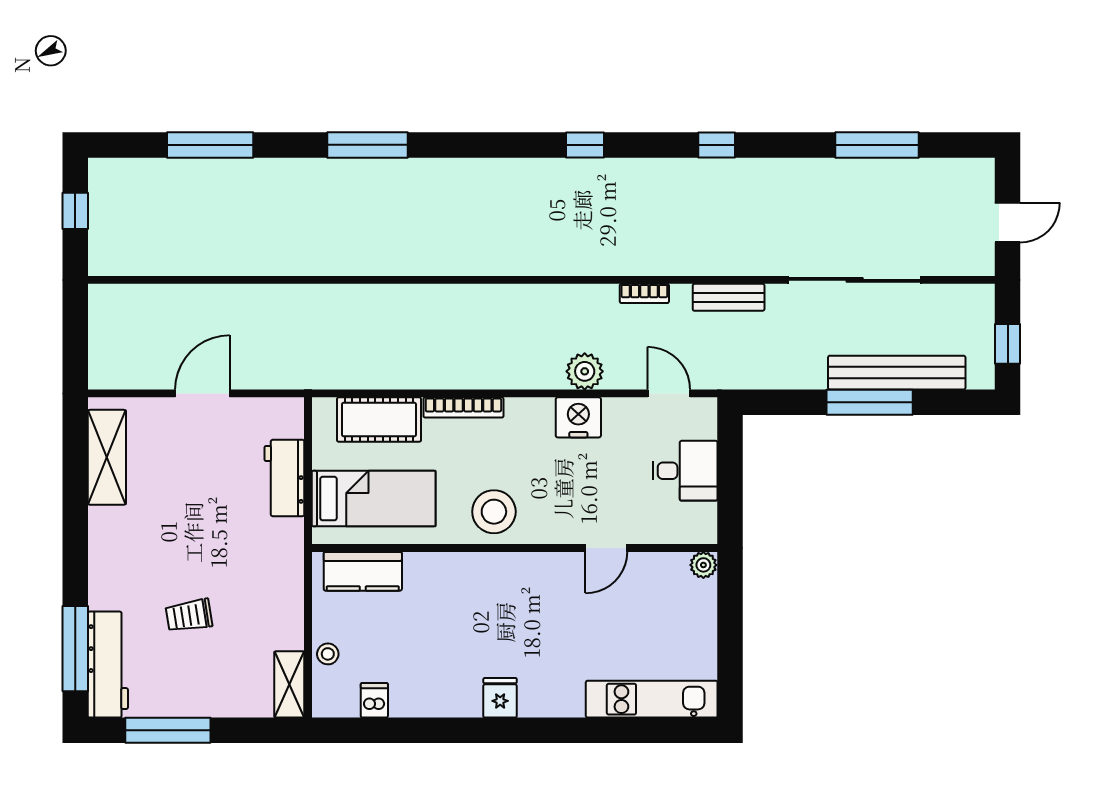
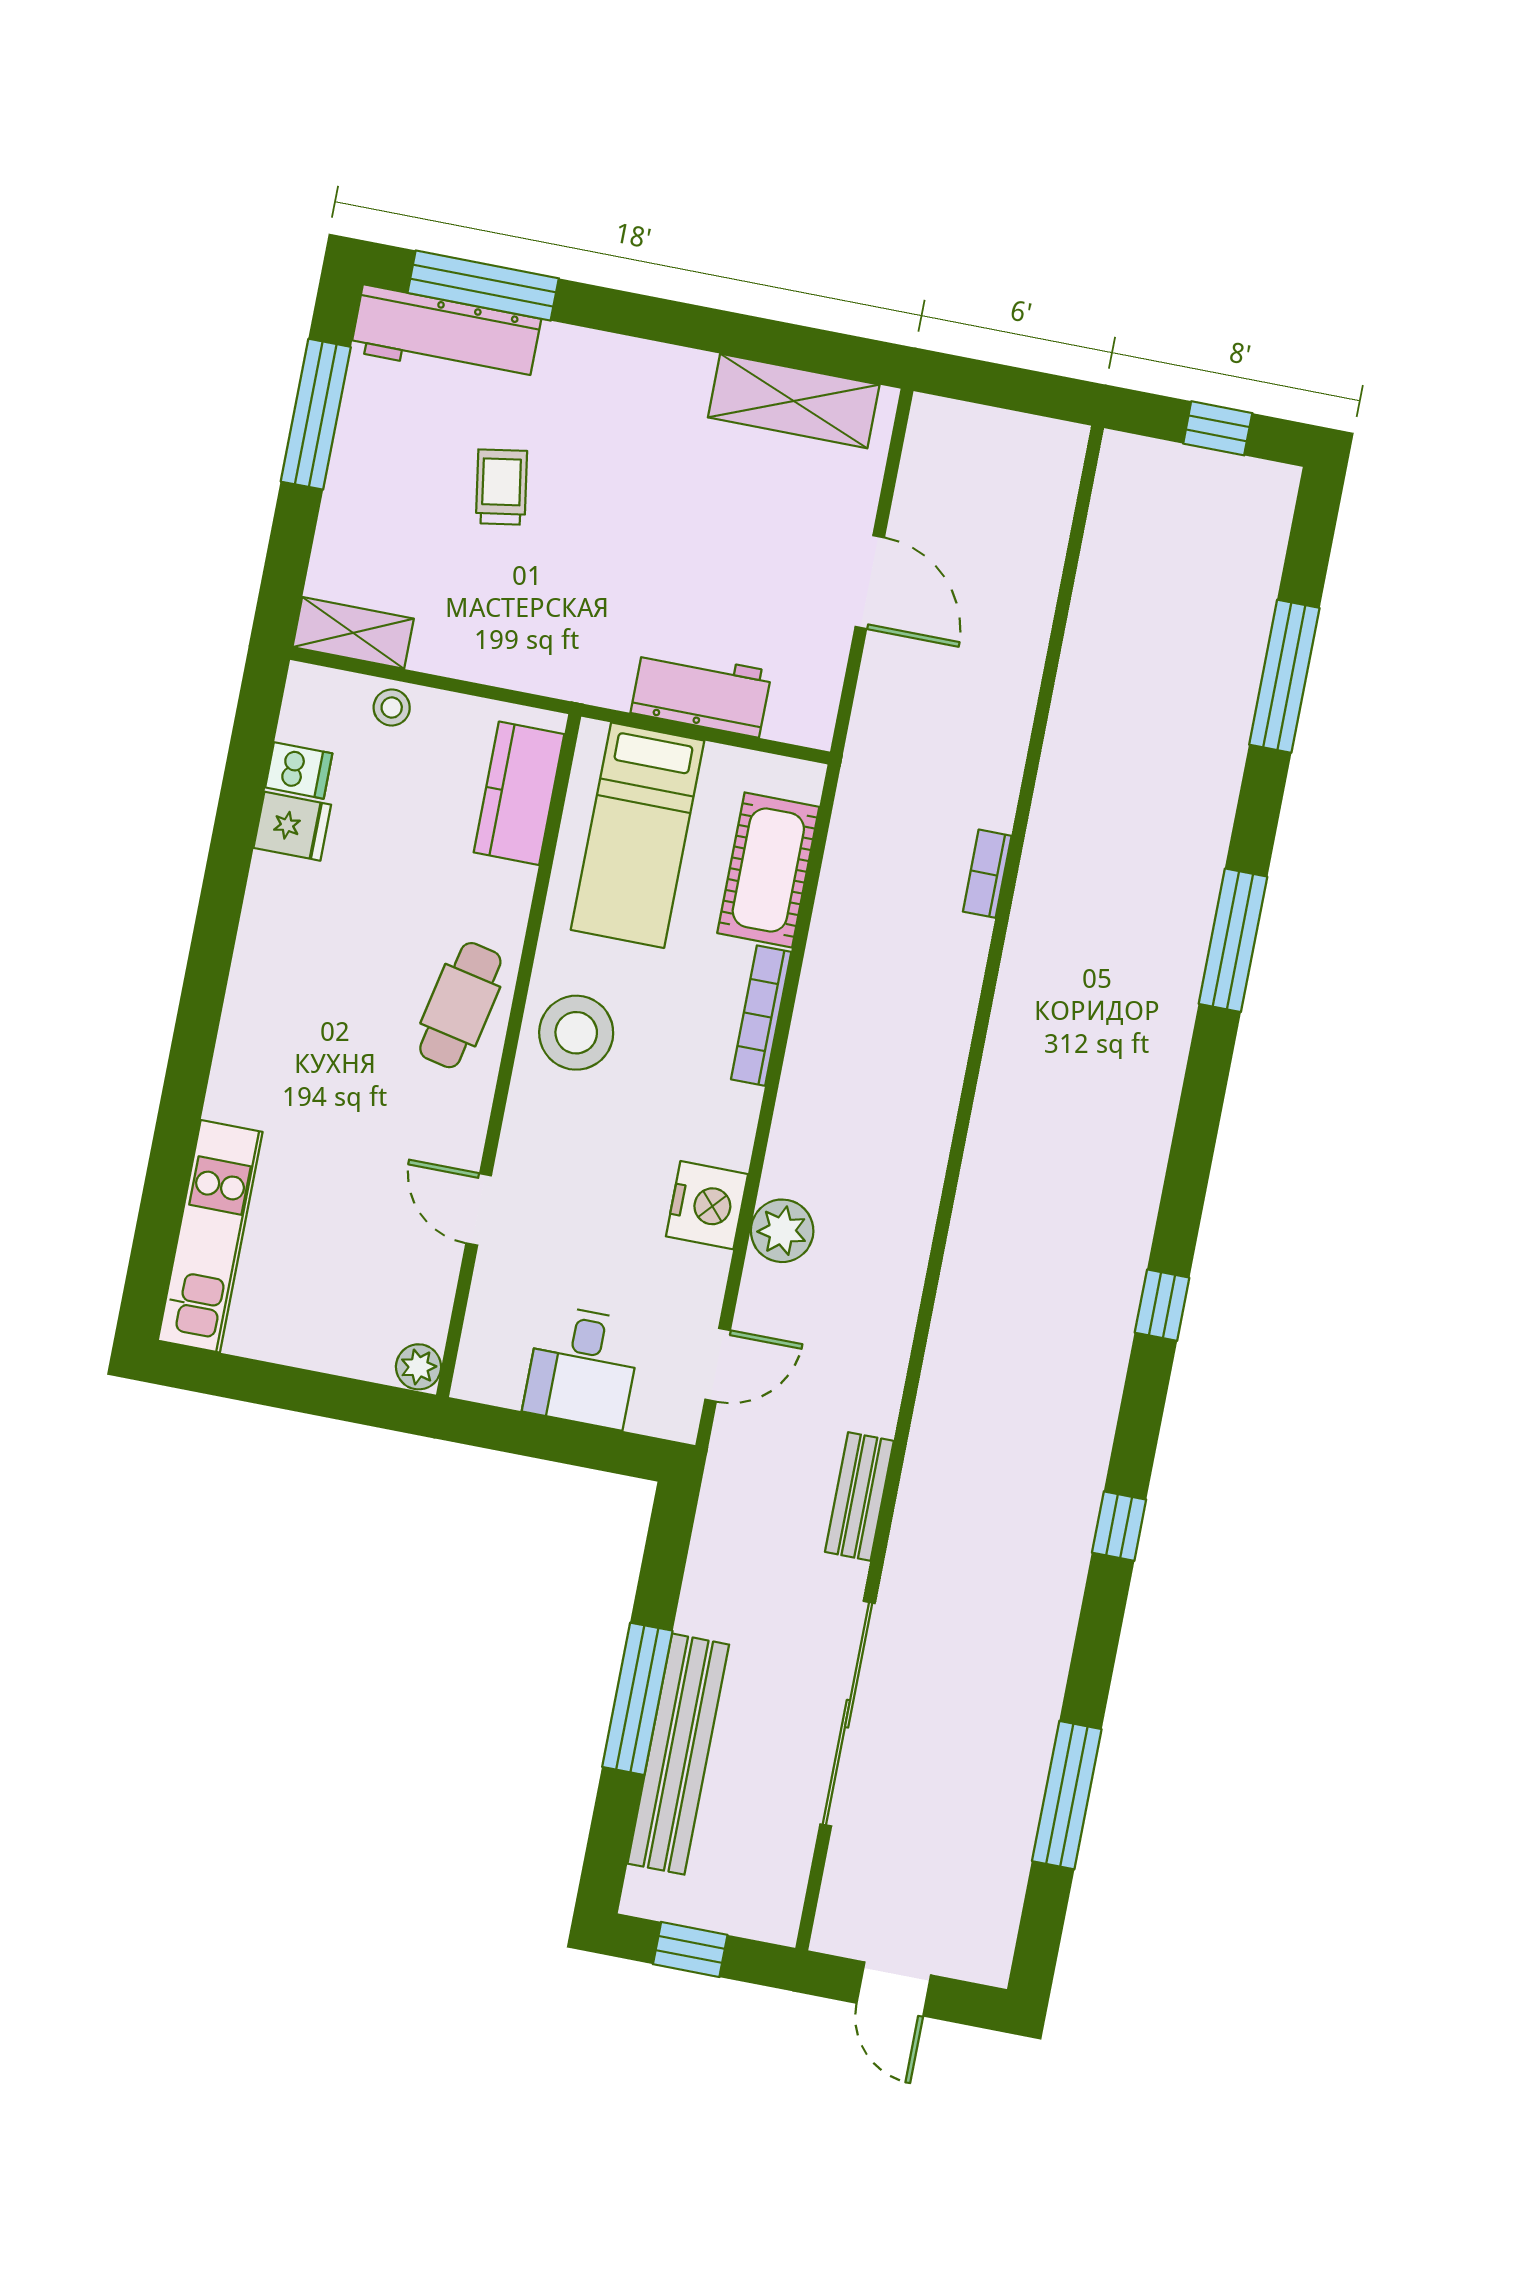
bookcase: (644, 293) -> (987, 874), moved
cafe table: (491, 581) -> (460, 1005), added
fridge: (500, 698) -> (292, 826), moved

